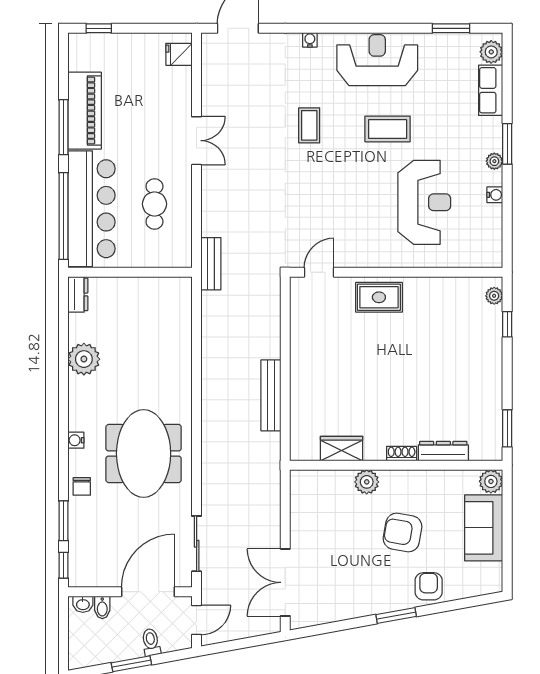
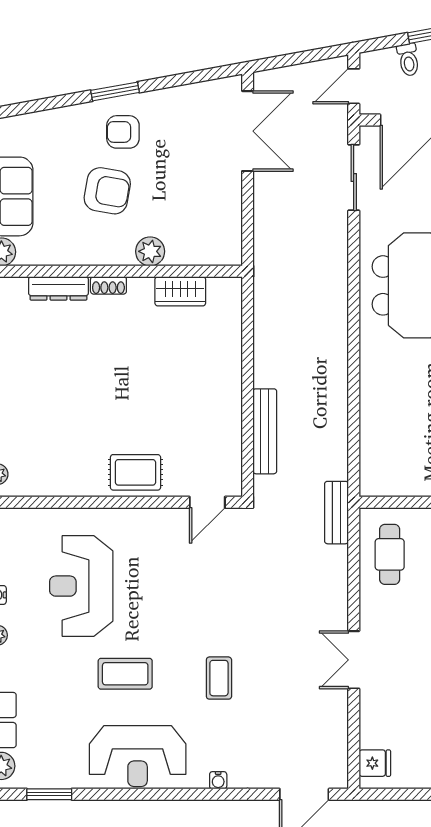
cafe table: (154, 204) -> (390, 554), moved
bench: (271, 395) -> (265, 431), moved
armchair: (429, 586) -> (123, 132), moved, turned 90

